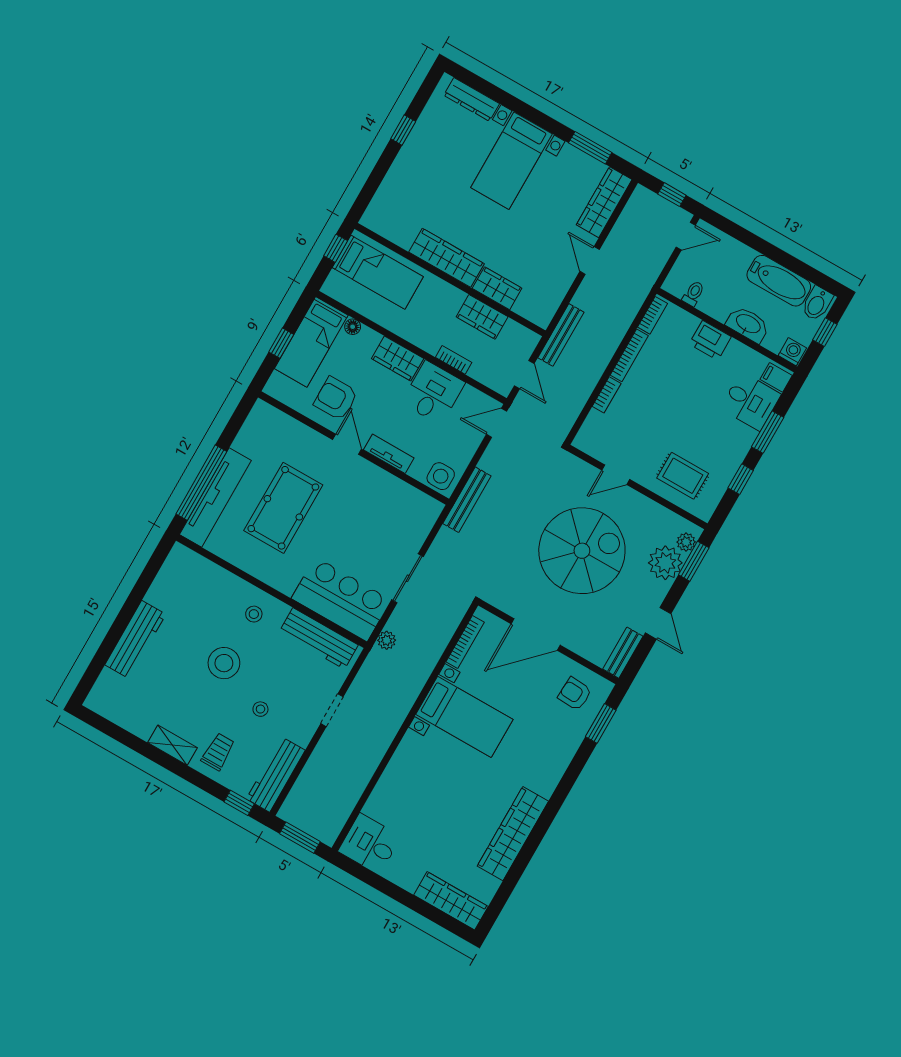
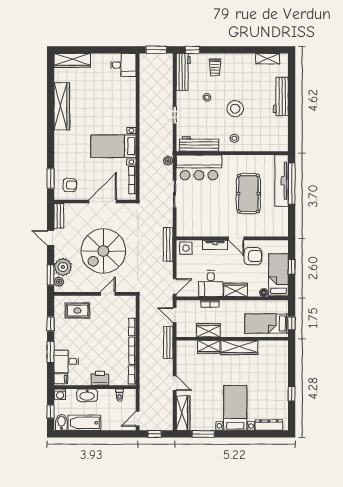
shelving: (173, 745) -> (268, 59), moved

